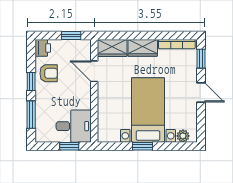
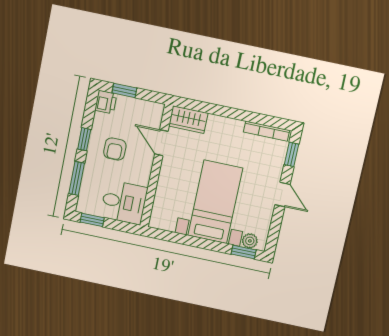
window: (71, 36) -> (124, 90), moved
wardrobe: (143, 48) -> (225, 127), removed
armchair: (49, 73) -> (115, 149), moved, turned 90
window: (69, 146) -> (92, 220), moved
window: (143, 146) -> (244, 252), moved

